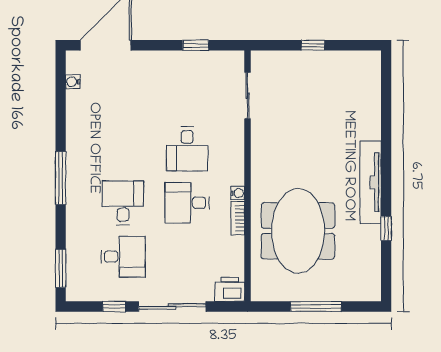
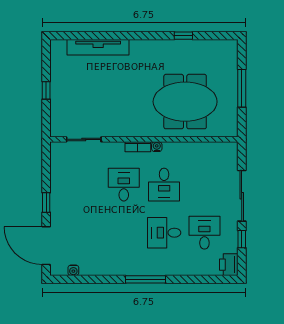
window: (196, 45) -> (46, 202), moved
desk: (187, 149) -> (124, 185), turned -90
tv unit: (371, 182) -> (98, 47), moved
bookcase: (238, 218) -> (138, 147), moved
window: (61, 268) -> (213, 279), removed
printer: (230, 289) -> (229, 265), moved

